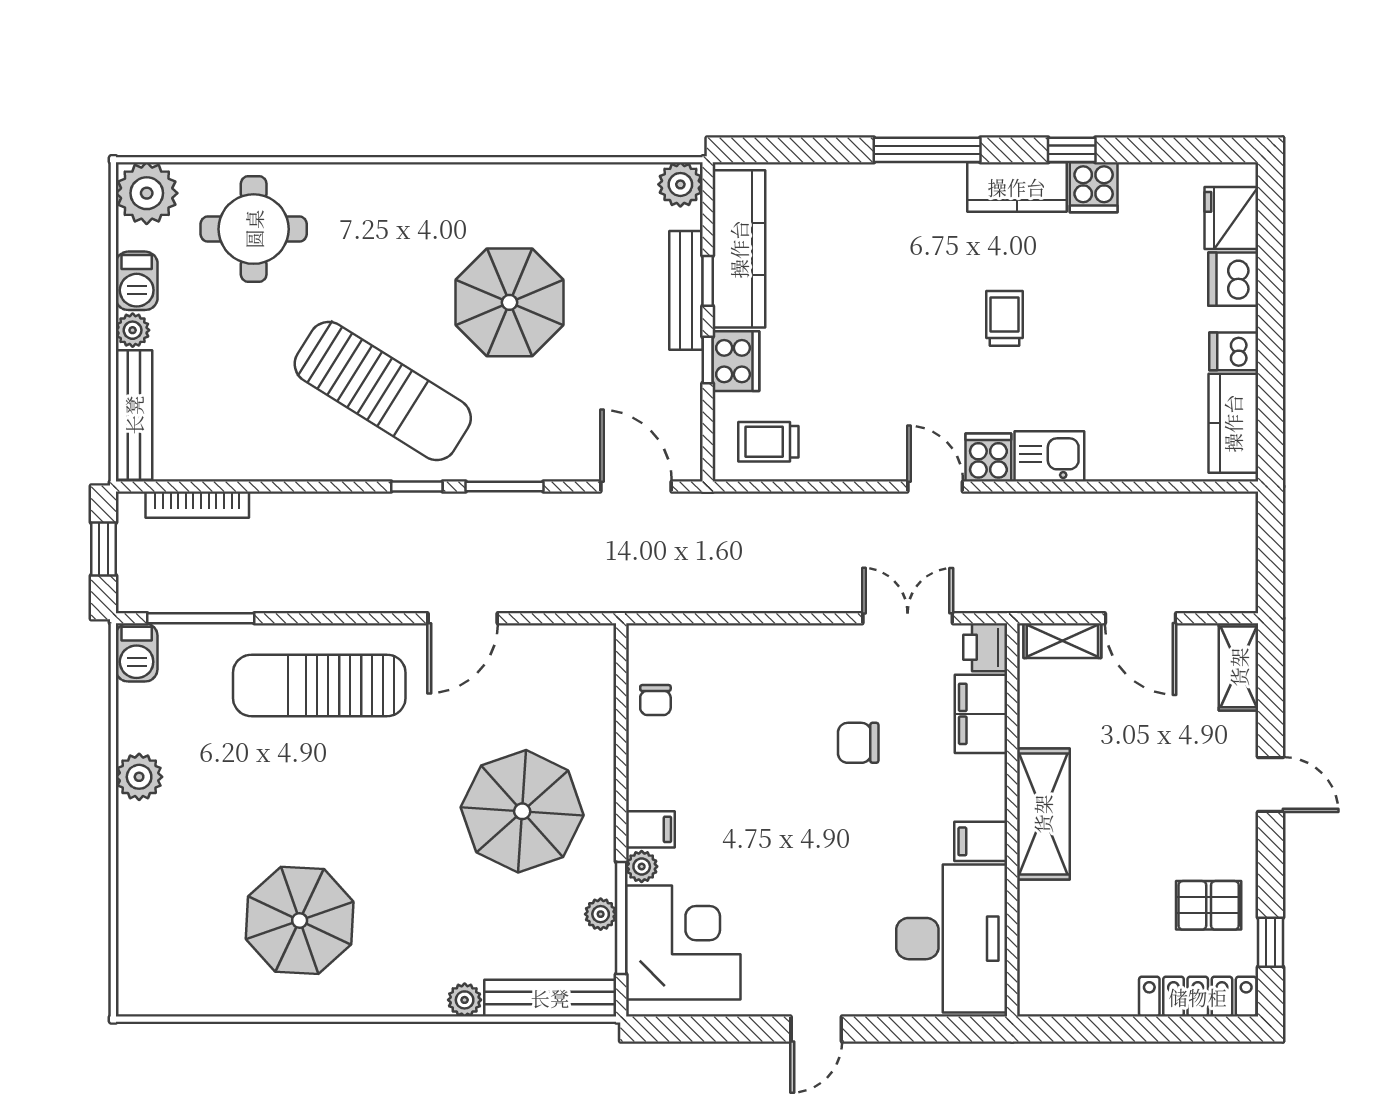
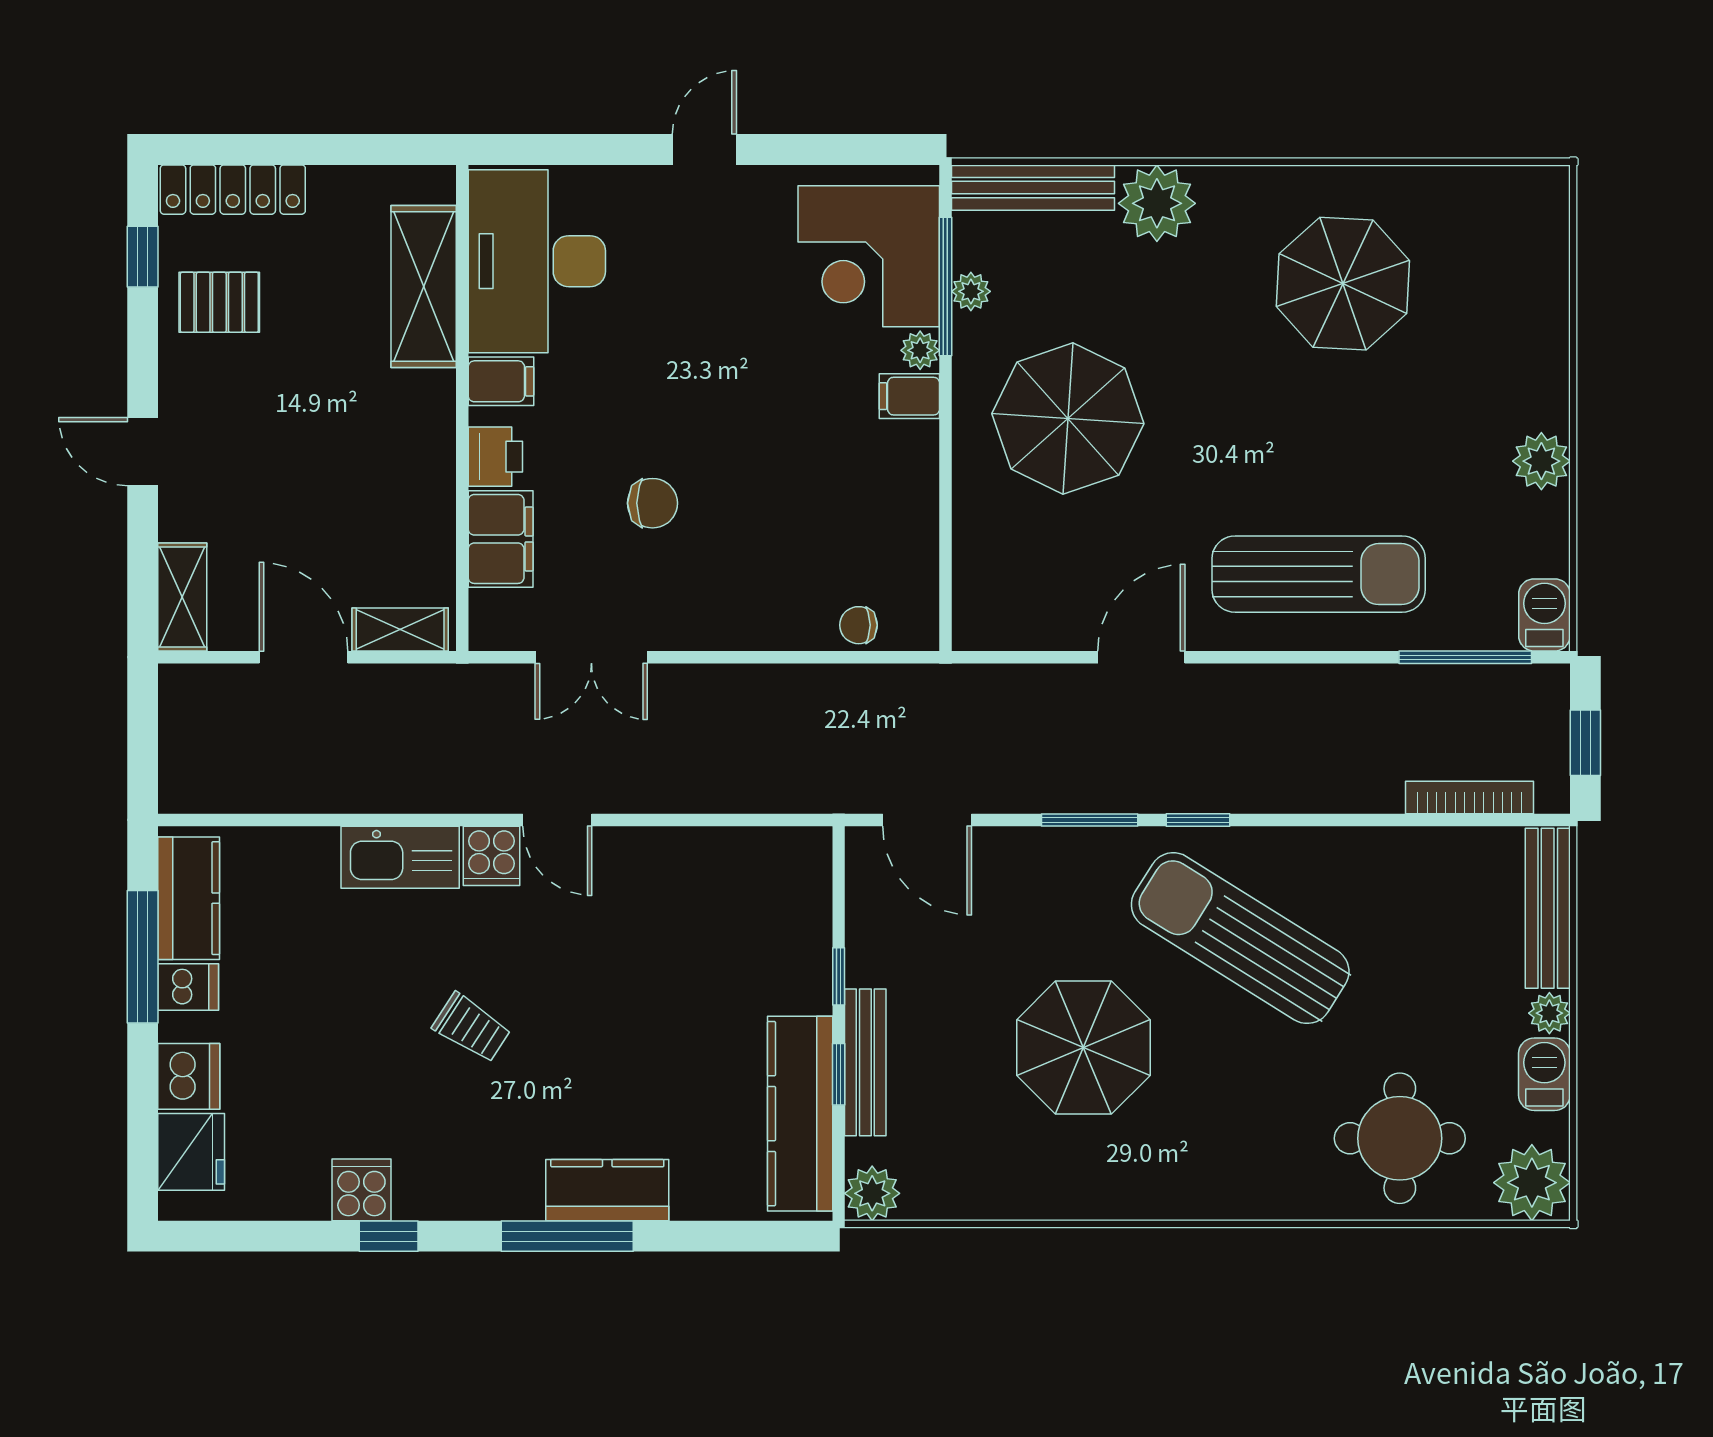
kitchen counter: (1017, 187) -> (607, 1190), moved
trolley: (1004, 318) -> (472, 1028), turned -57
cooker: (736, 361) -> (804, 975), removed
window: (1271, 376) -> (143, 957), added
trolley: (768, 442) -> (764, 875), removed
kitchen sink: (1049, 456) -> (400, 857), width x1.38
printer: (985, 647) -> (495, 457), moved
chair: (655, 700) -> (859, 625), moved, turned -90
shelving: (1043, 814) -> (424, 287), moved
plant: (465, 1000) -> (1157, 203), width x1.88, depth x1.88

